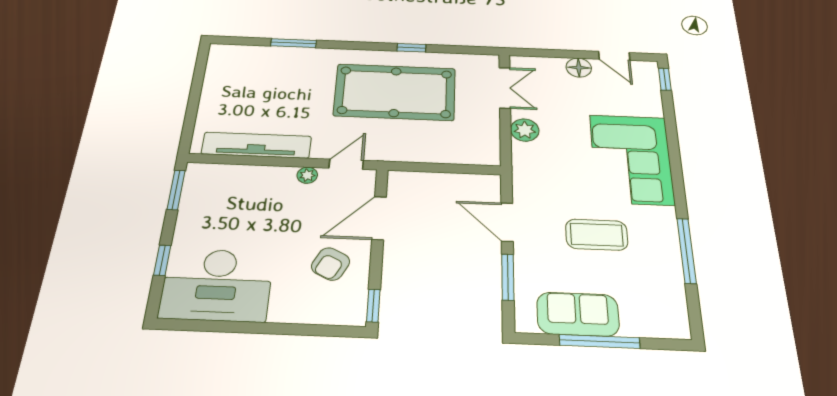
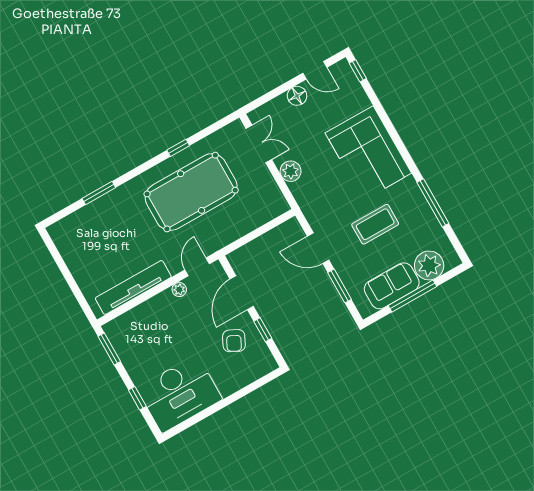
window: (373, 306) -> (263, 330), moved
plant: (643, 318) -> (429, 265), added

